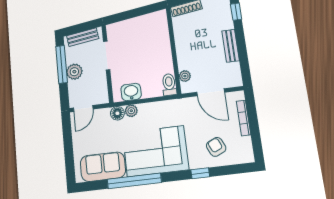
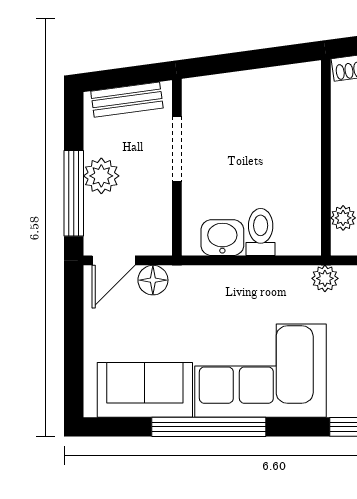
window: (62, 64) -> (74, 193), moved
toilet: (169, 85) -> (261, 232), moved
plant: (131, 111) -> (325, 278), moved
floor lamp: (117, 113) -> (153, 280), moved

